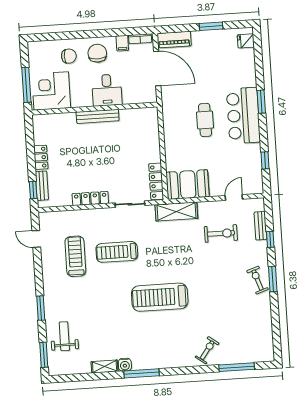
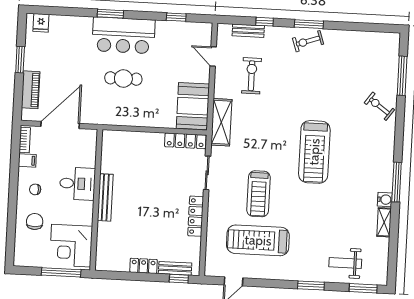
piano: (174, 40) -> (31, 90), moved
chair: (97, 53) -> (35, 189), width x0.54, depth x0.54
treadmill: (75, 256) -> (258, 240), width x1.37, depth x1.38

